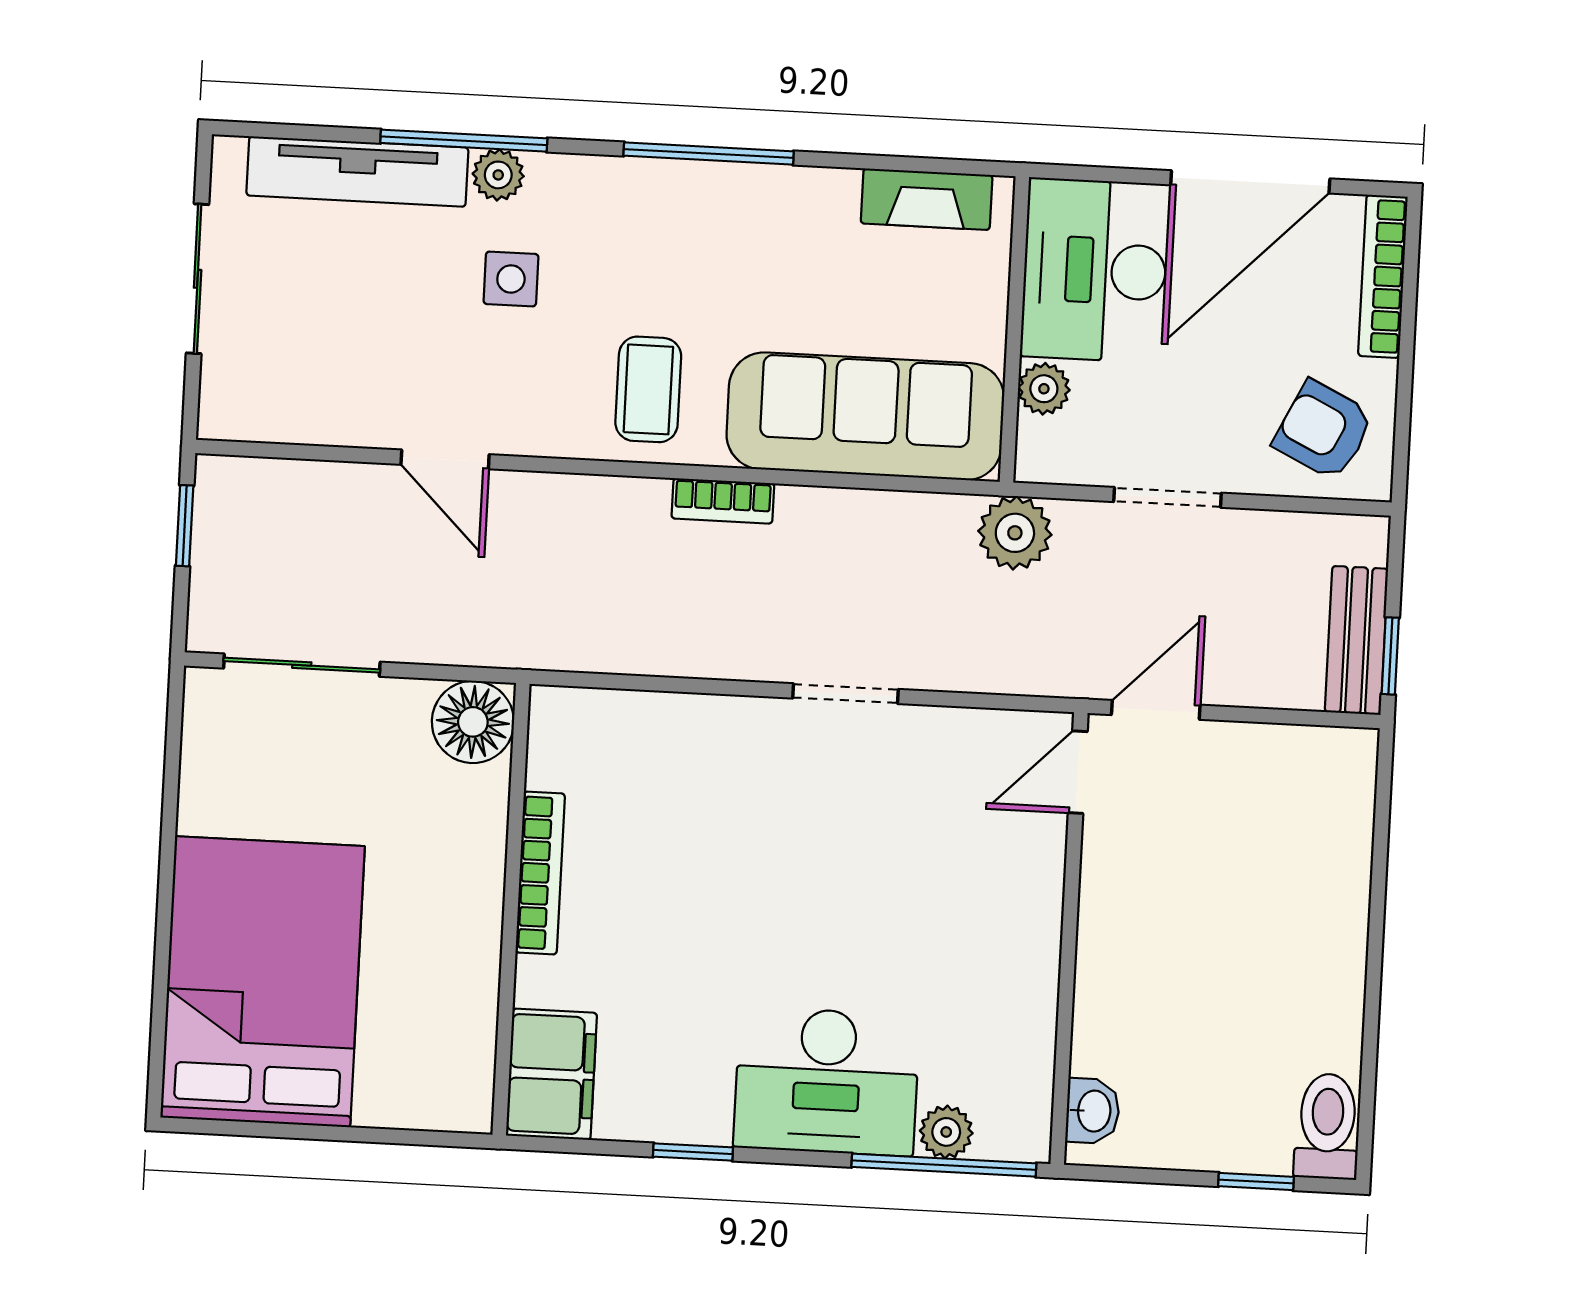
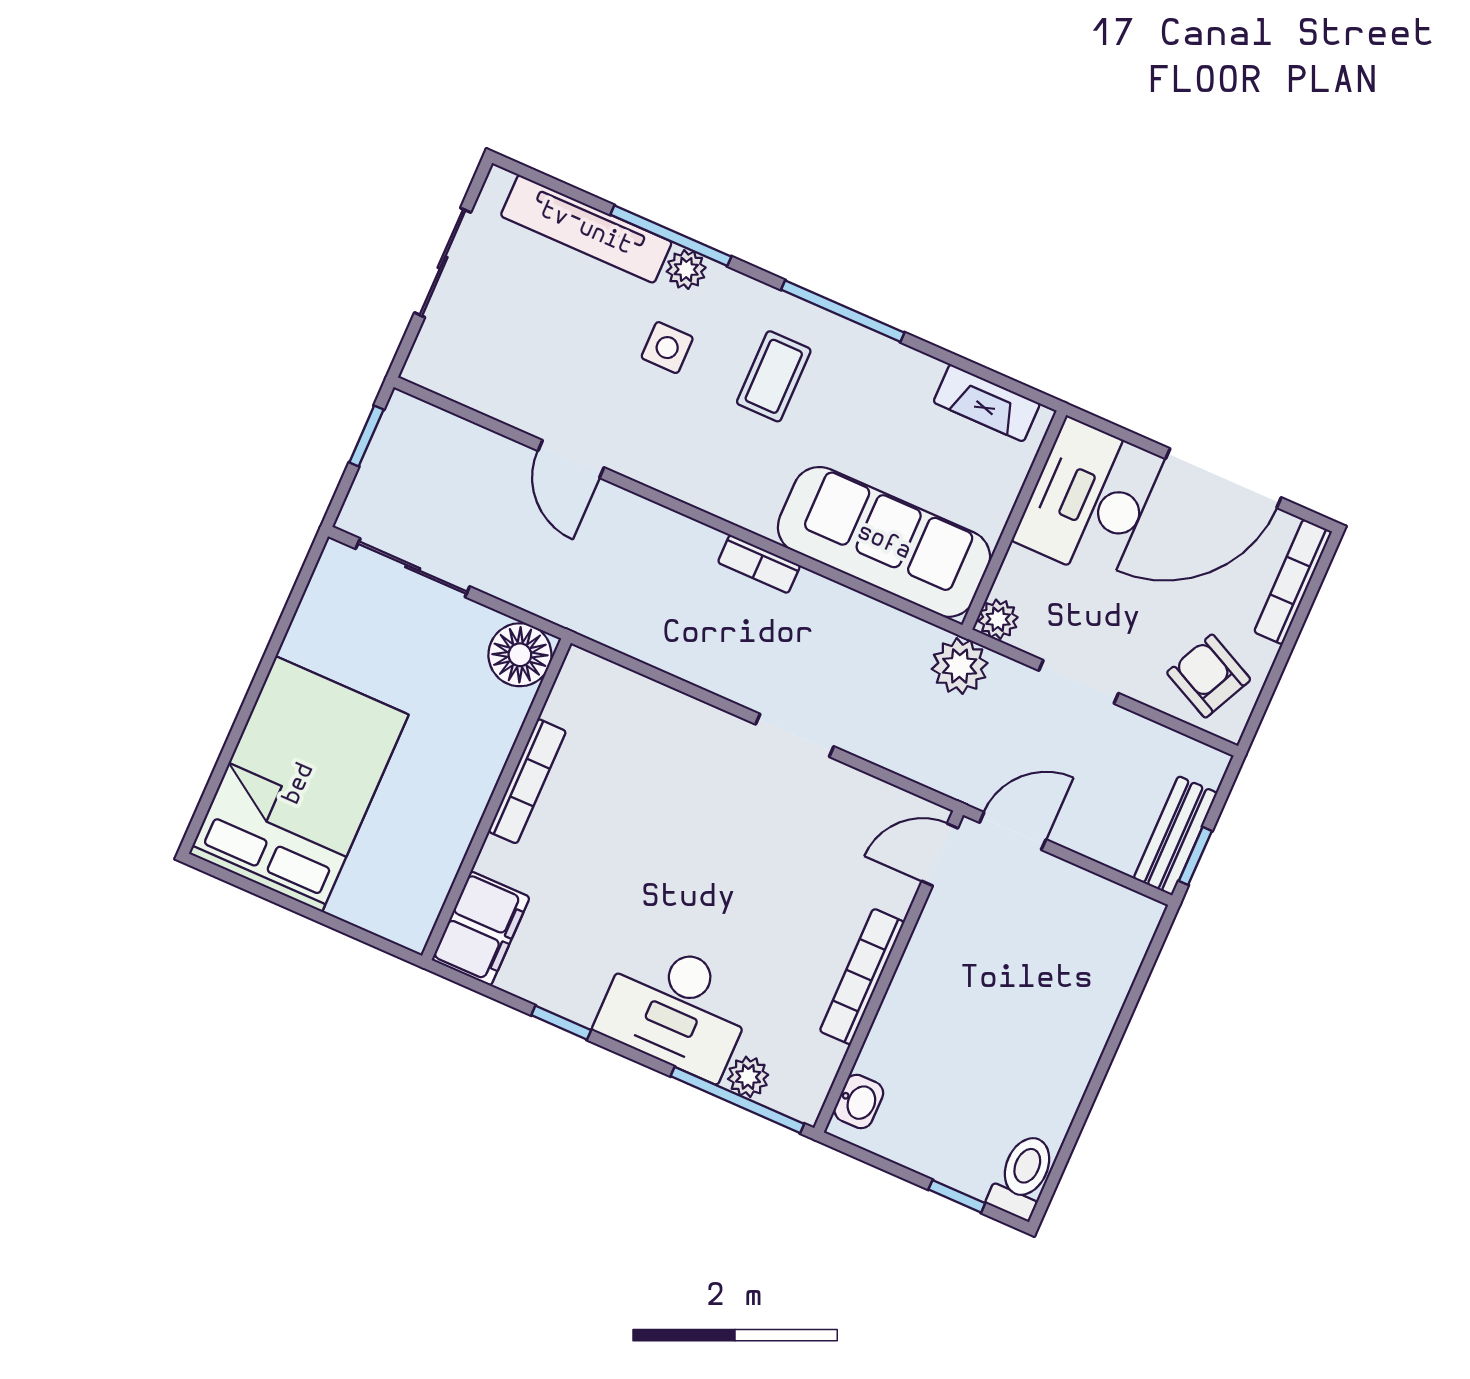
coffee table: (648, 389) -> (774, 376), moved
plant: (1044, 389) -> (998, 619), moved
bookcase: (1039, 957) -> (862, 977), added

